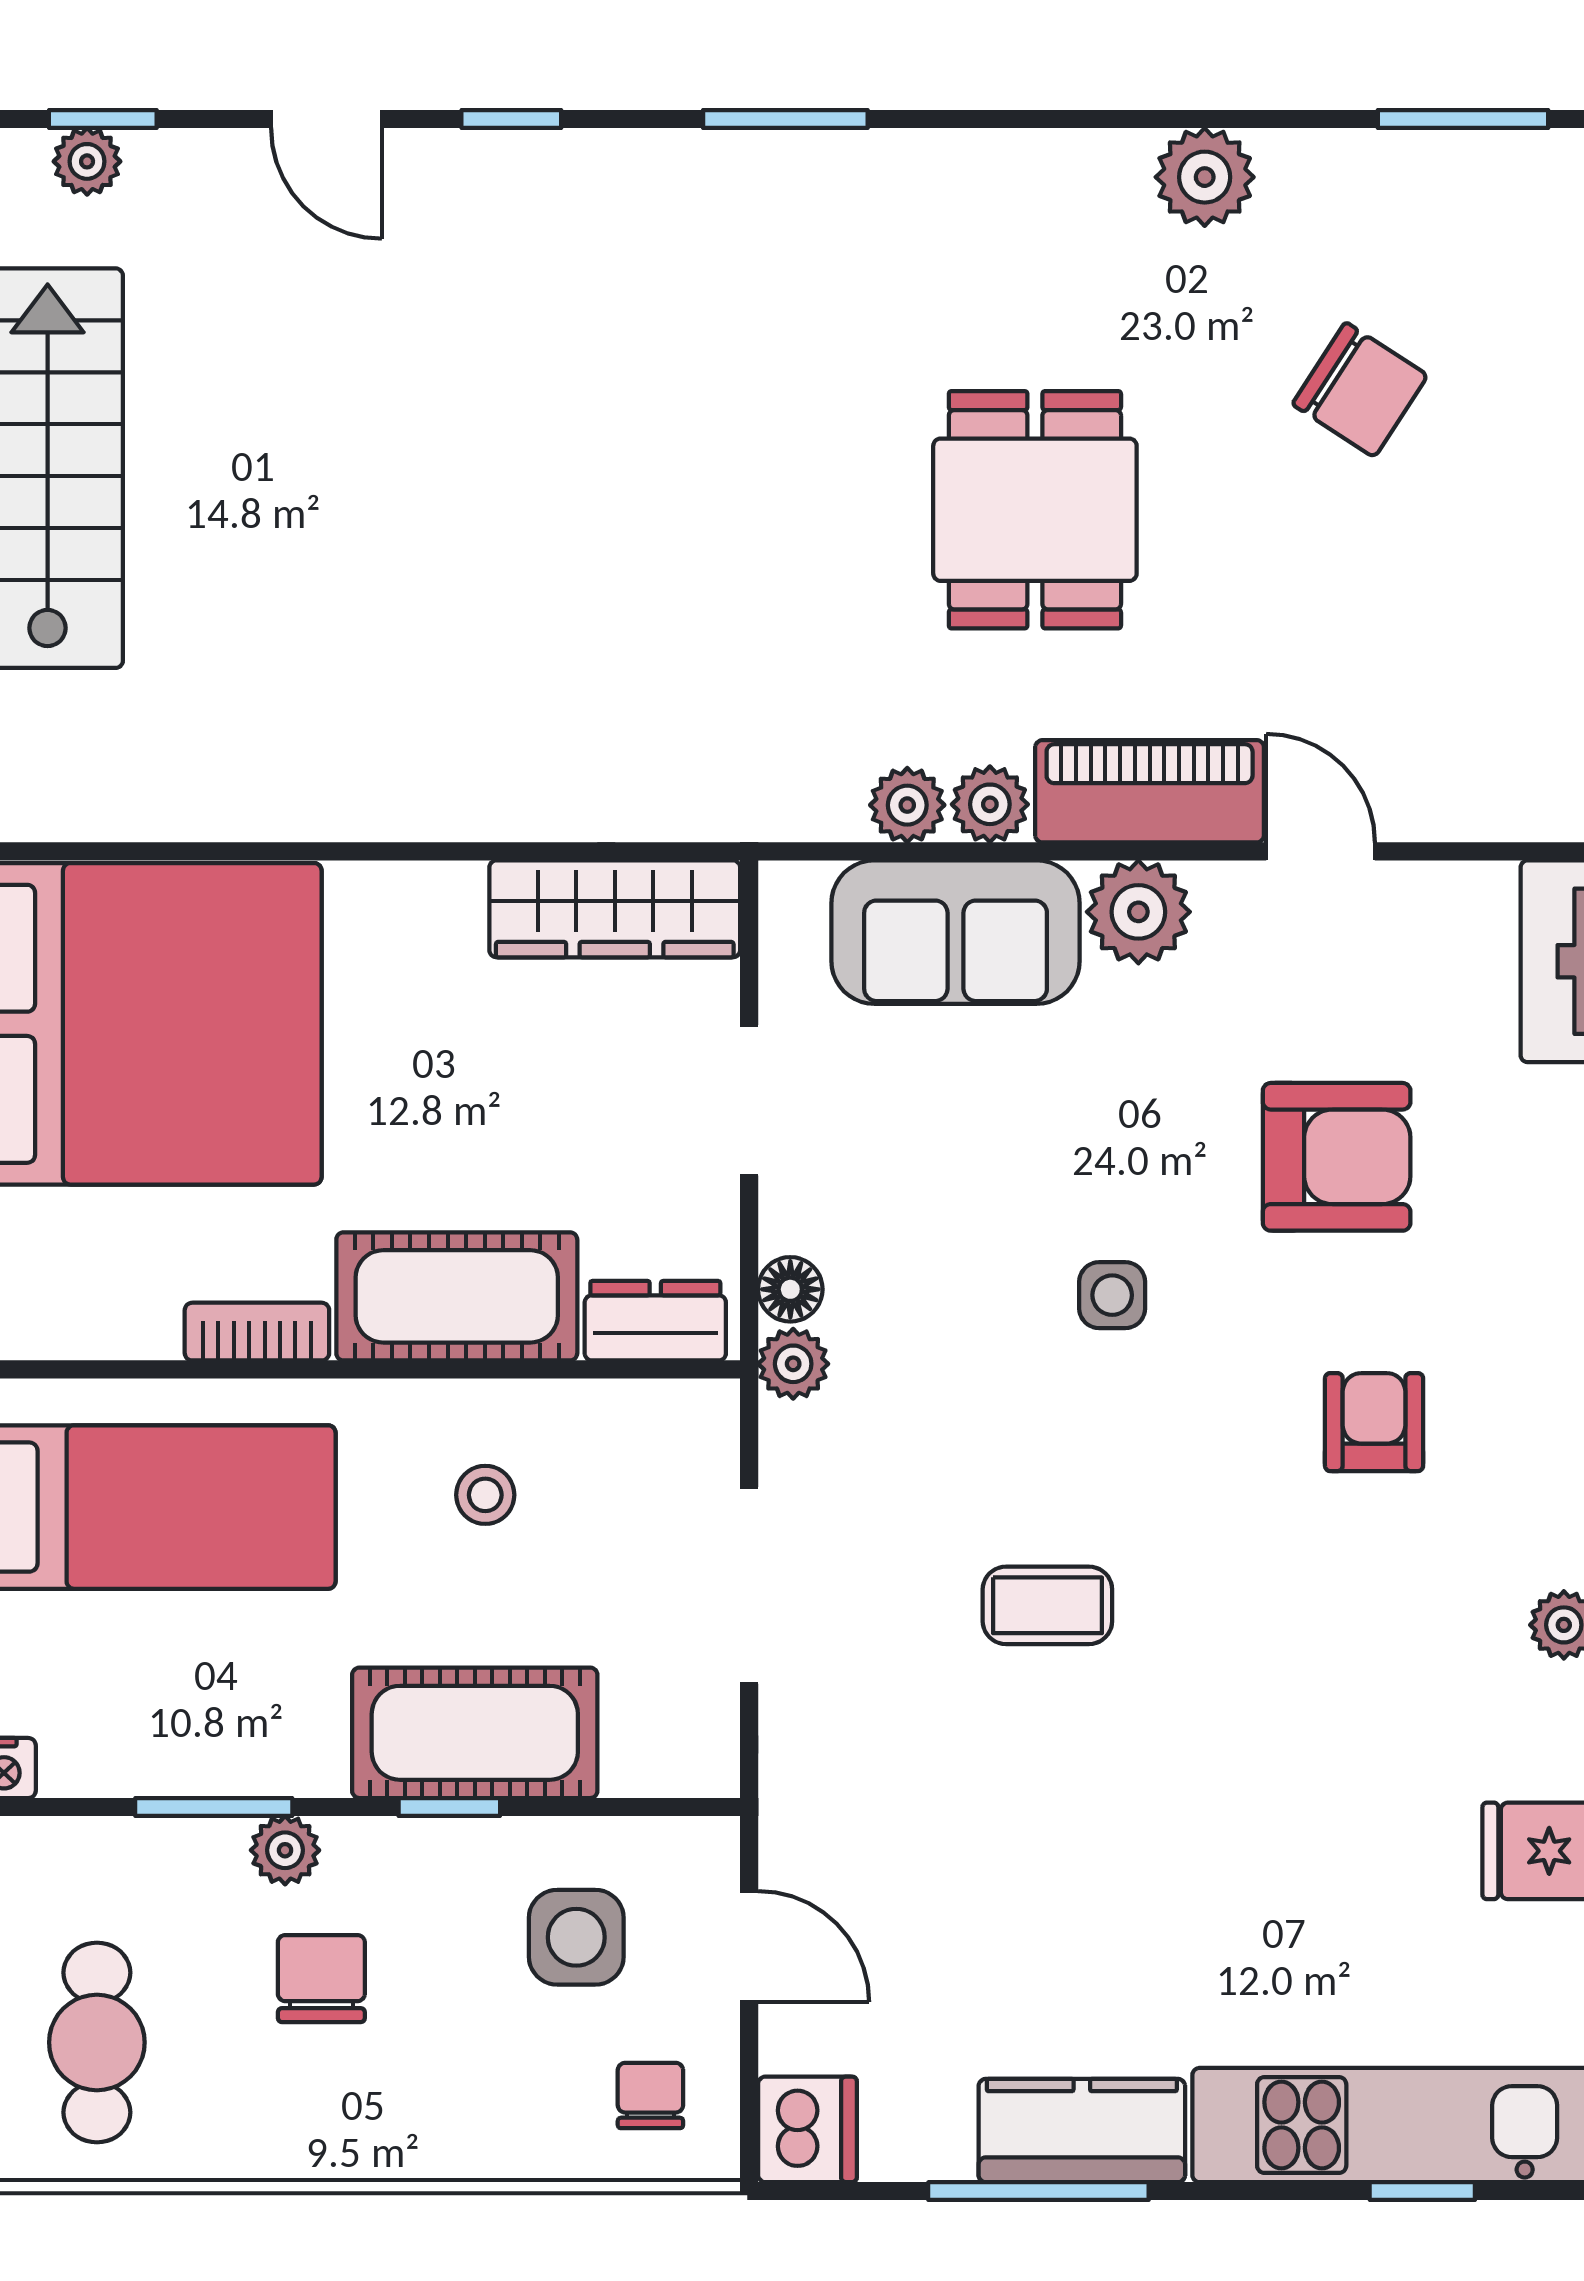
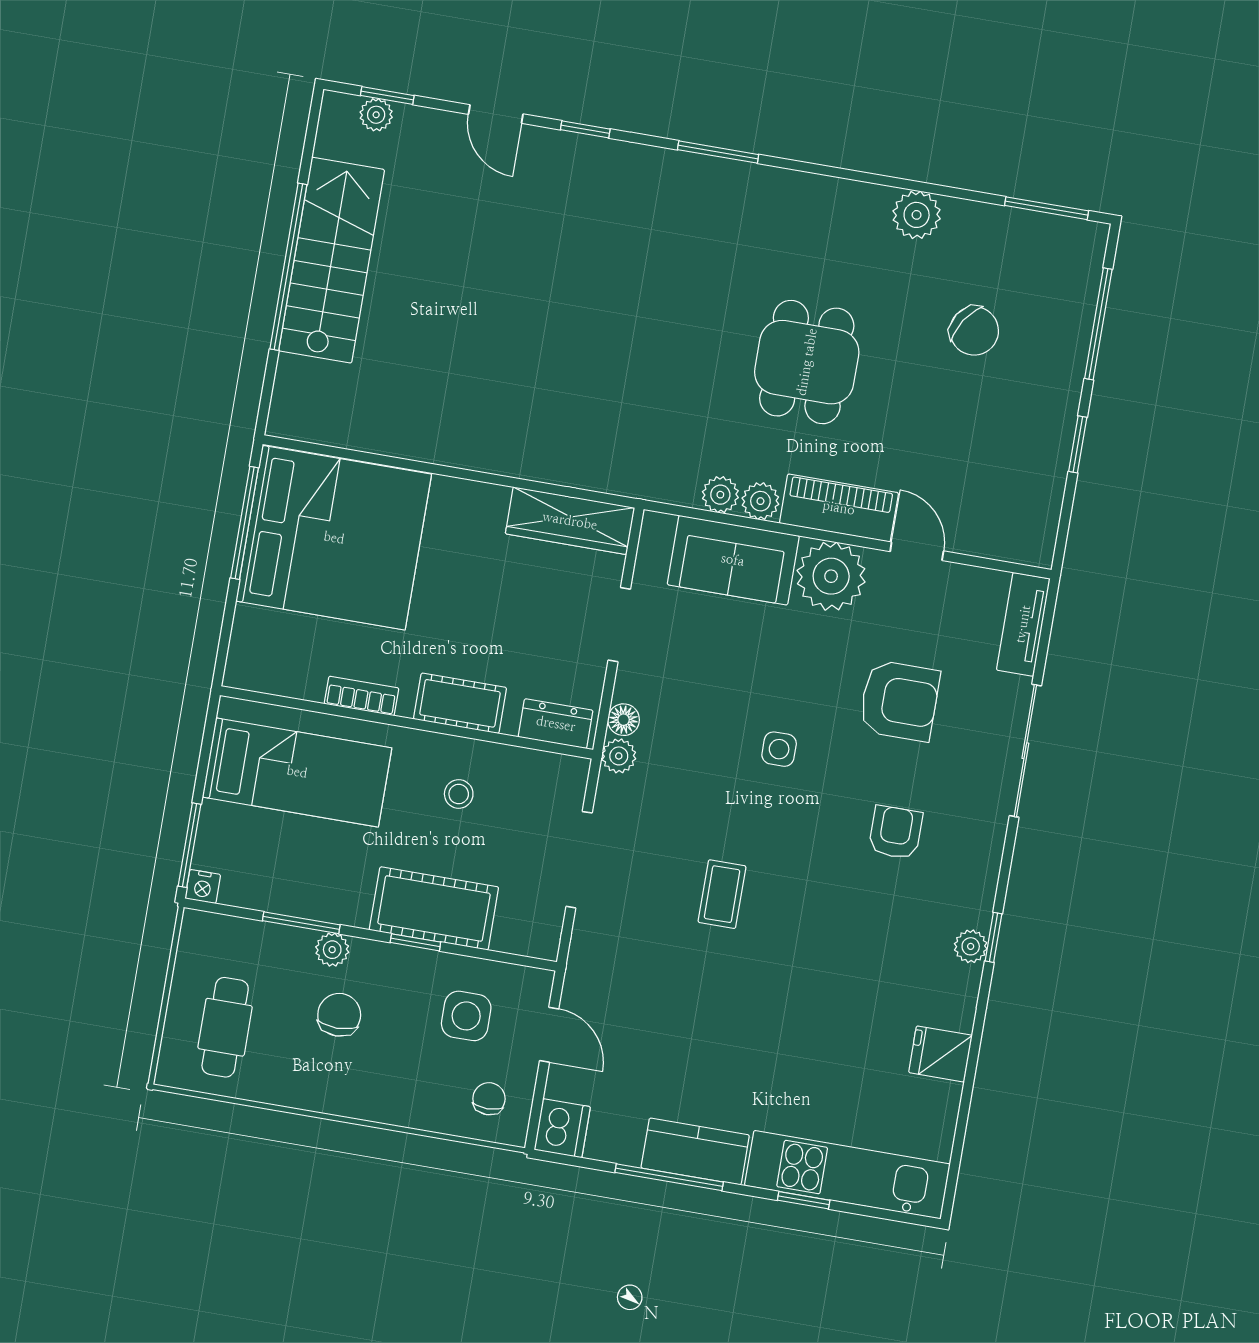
plant: (1138, 912) -> (831, 576), width x1.36, depth x1.36
cot: (457, 1296) -> (460, 703), width x0.73, depth x0.75
coffee table: (1047, 1605) -> (722, 894), turned 90
window: (1422, 2191) -> (804, 1200), moved

